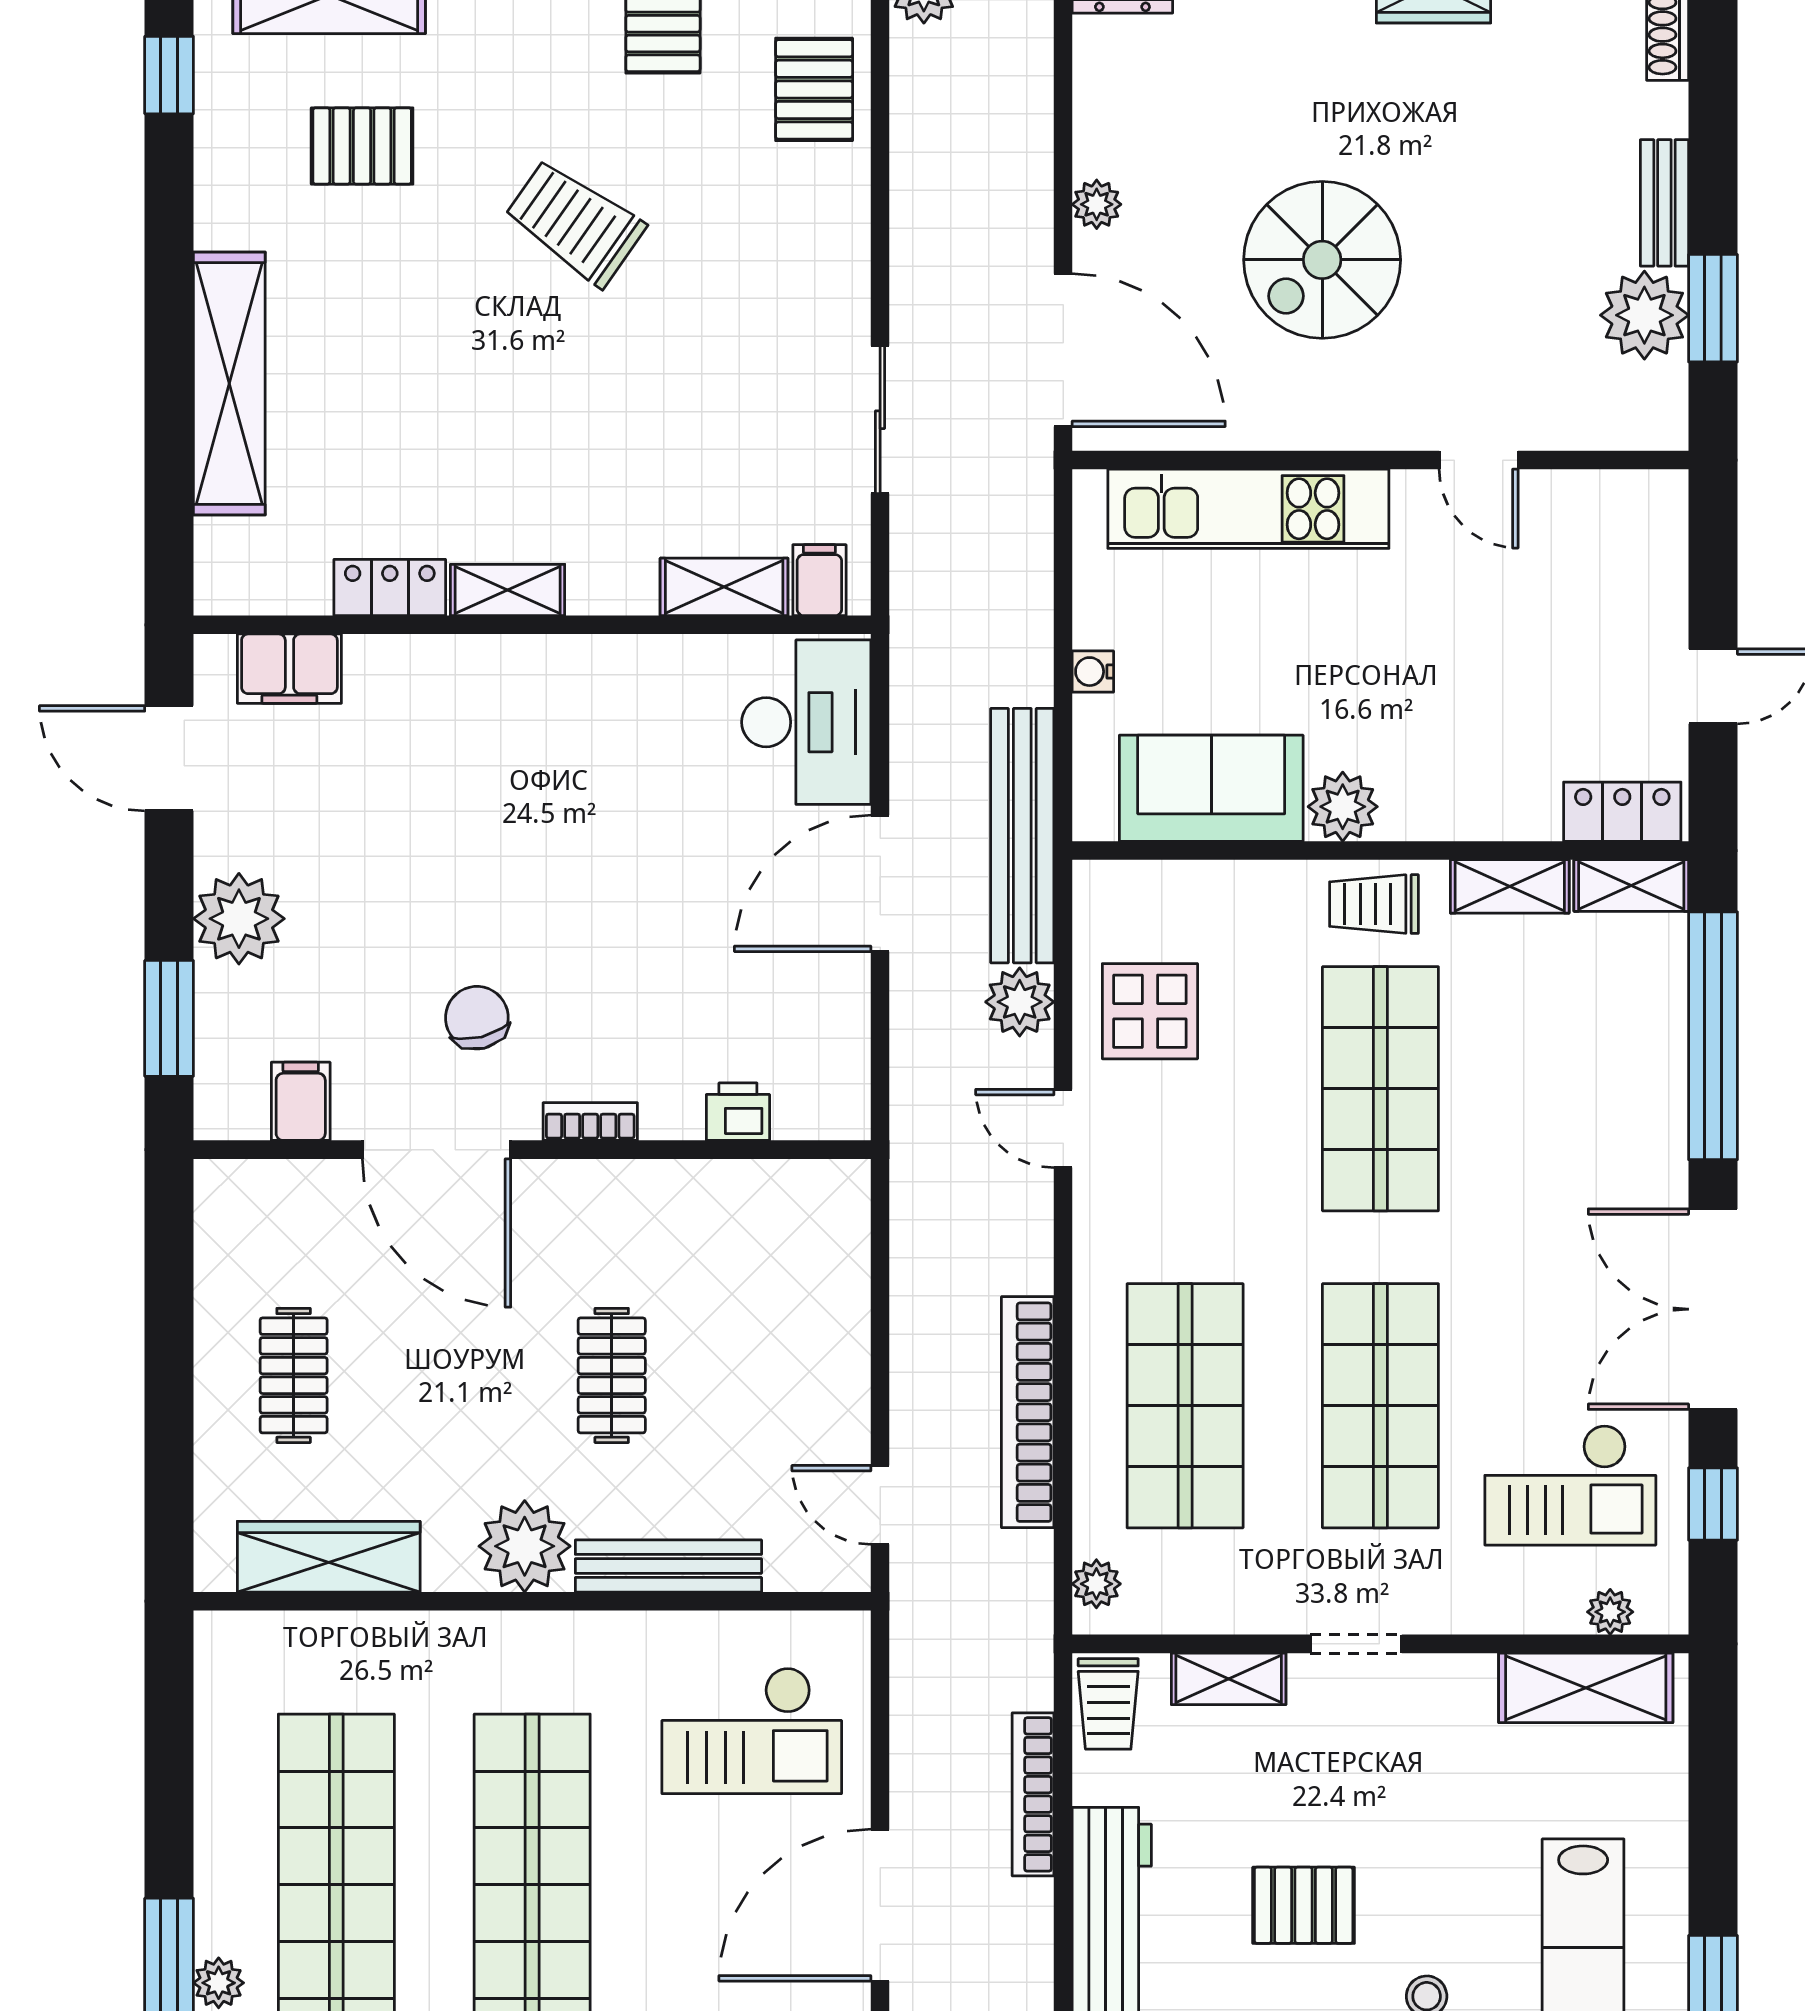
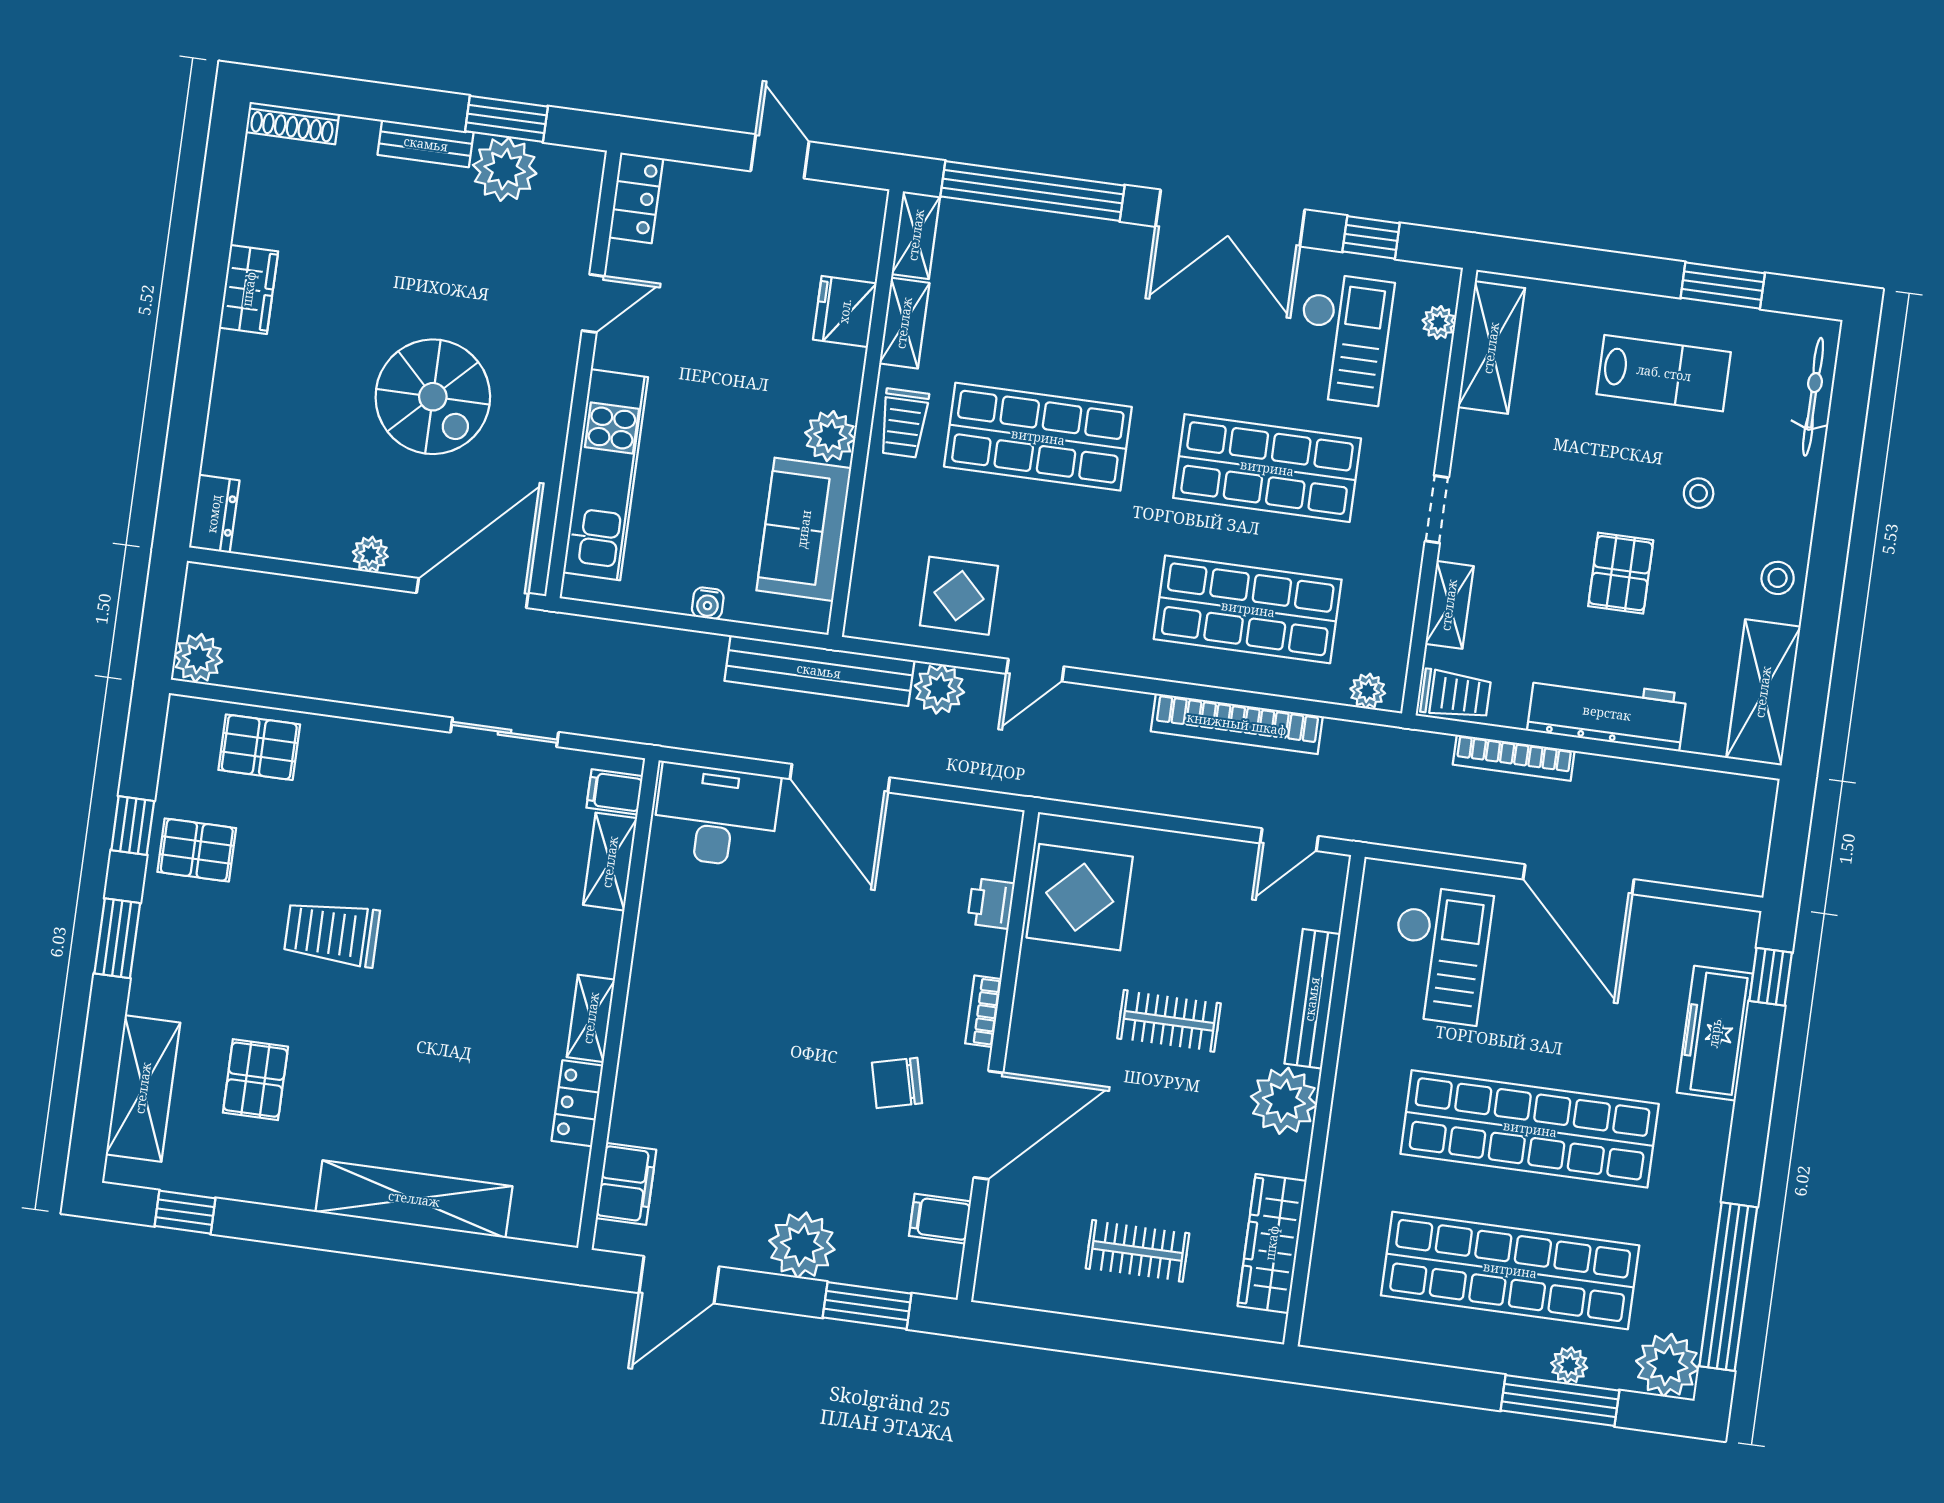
trolley: (575, 223) -> (332, 933), turned 55
fridge: (1515, 803) -> (845, 311), added
locker: (1622, 812) -> (636, 198), moved, turned 180
display table: (763, 1231) -> (1080, 897), added

